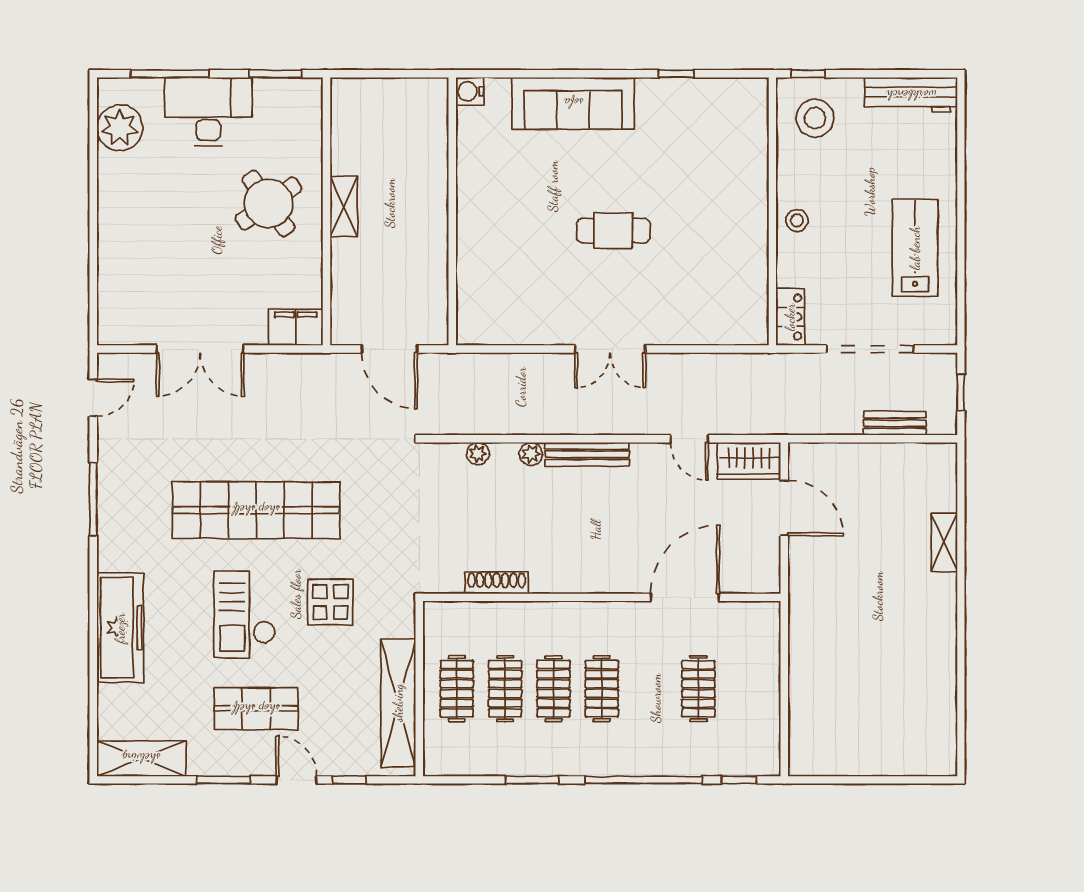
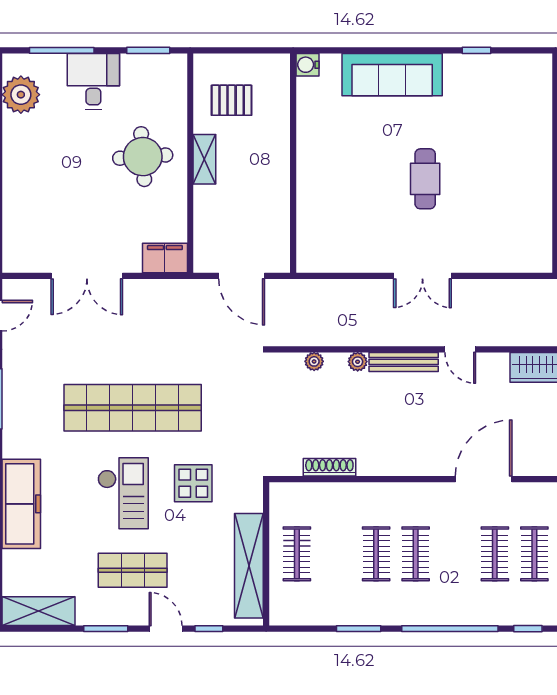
desk: (208, 112) -> (93, 81), width x0.73
pallet: (377, 135) -> (232, 100), added
round table: (269, 203) -> (143, 157), turned 31
cafe table: (613, 231) -> (425, 179), turned 90
door: (689, 439) -> (460, 349), moved
checkout: (245, 615) -> (123, 493), turned 180
clothes rail: (505, 689) -> (534, 554), moved

